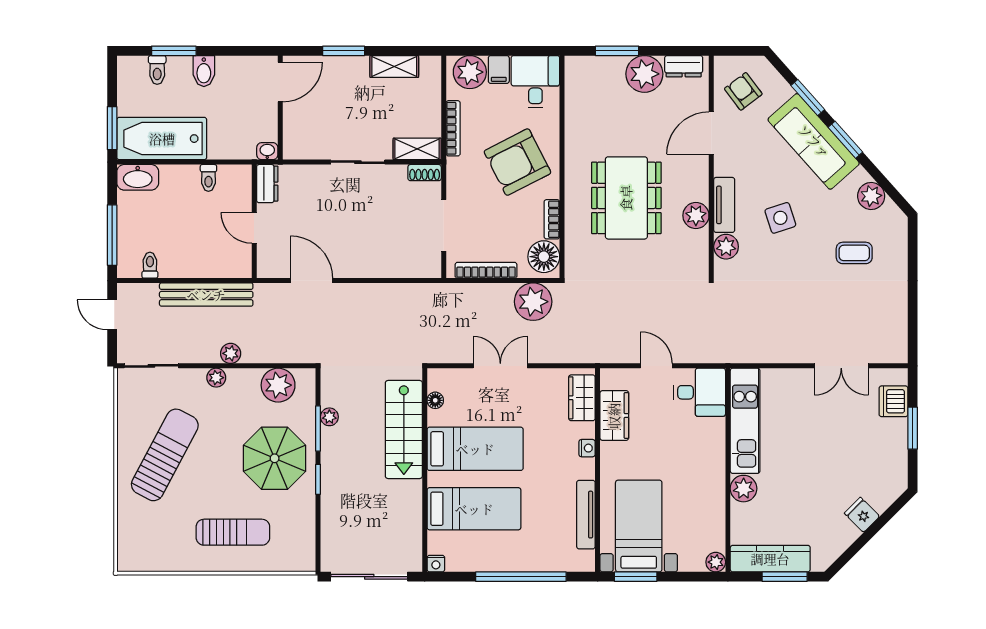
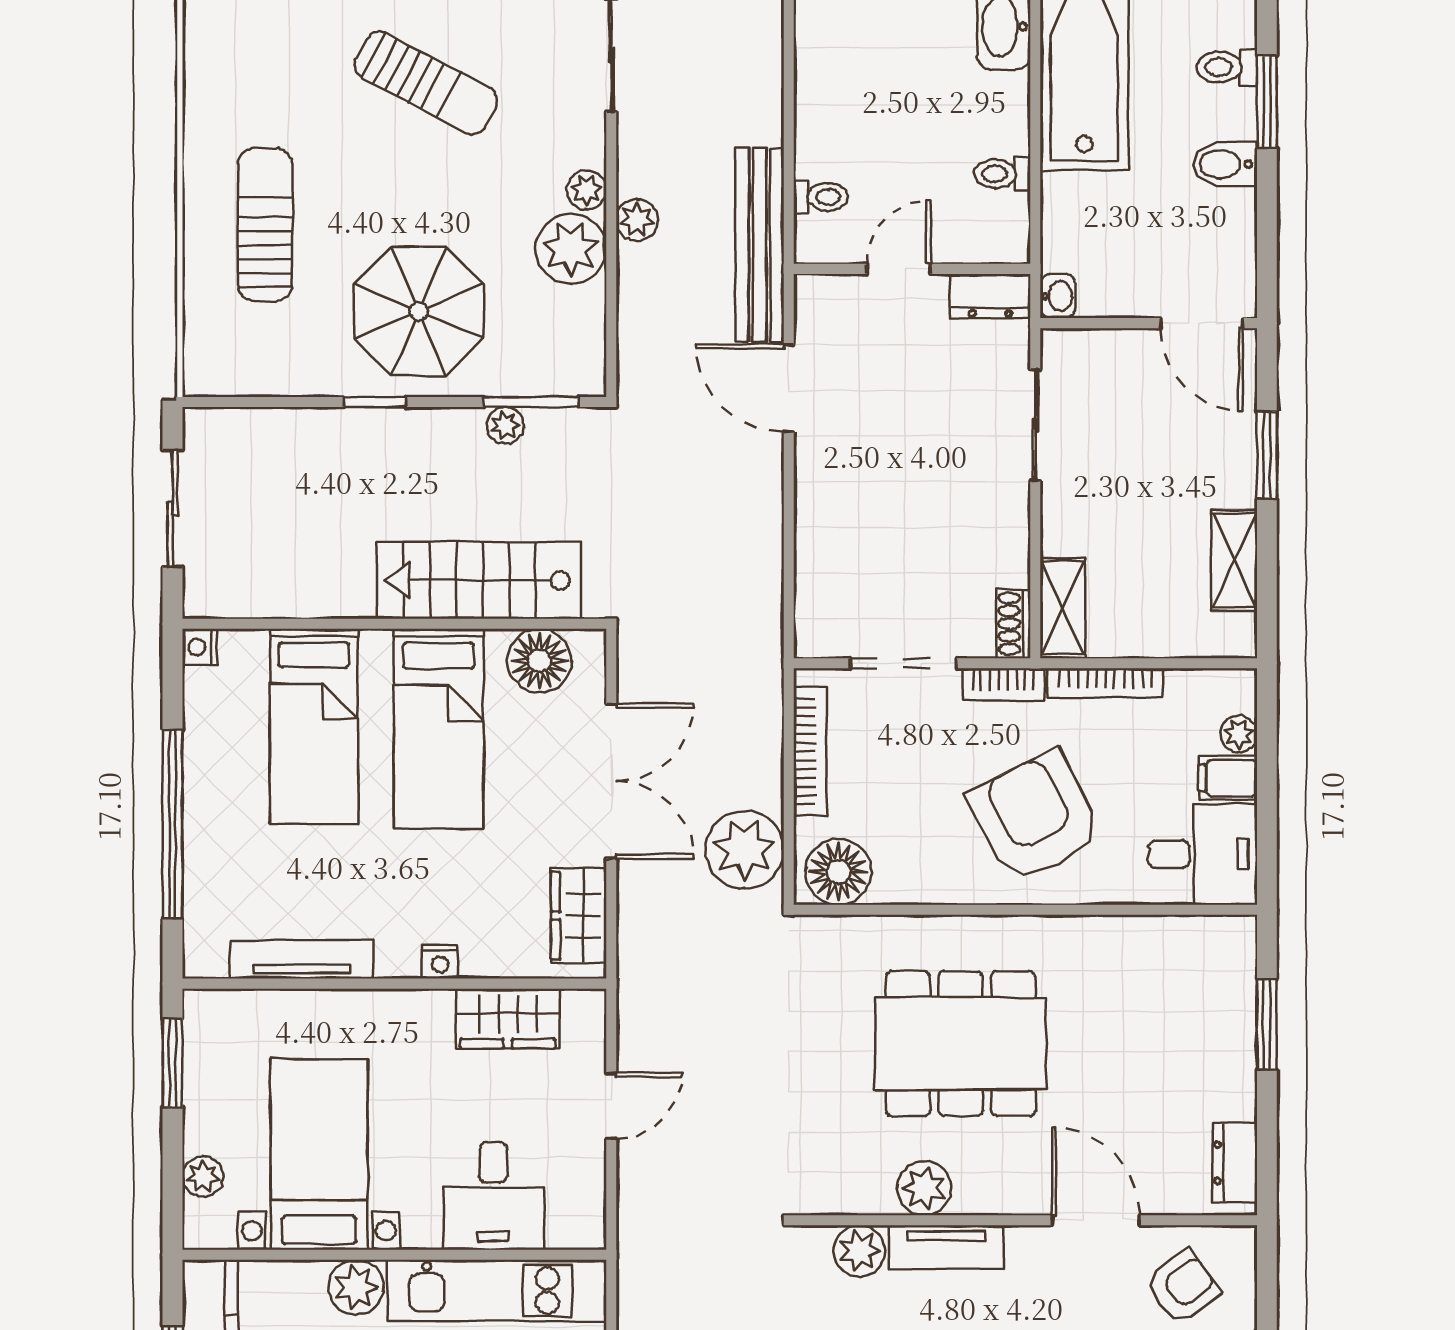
plant: (470, 72) -> (1239, 734), width x0.53, depth x0.53
plant: (644, 74) -> (1219, 1081), removed
sliding door: (358, 162) -> (1035, 425), moved
bookcase: (552, 219) -> (1003, 684), moved, turned 180
toilet: (150, 265) -> (821, 197), moved
door: (311, 281) -> (789, 388), swing flipped
bench: (206, 295) -> (760, 245), moved
double door: (500, 366) -> (611, 781), width x1.37
plant: (278, 385) -> (571, 249), moved
desk: (700, 392) -> (493, 1196), moved
wardrobe: (582, 398) -> (579, 916), moved, turned -90
floor lamp: (435, 400) -> (539, 661), width x1.89, depth x1.89
window: (318, 428) -> (531, 402), moved
sun lounger: (165, 455) -> (426, 83), width x0.73, depth x0.75
bed with nightstands: (639, 526) -> (319, 1154), moved, turned -90
sun lounger: (233, 532) -> (265, 225), turned 180
plant: (716, 562) -> (203, 1176), moved
sliding door: (369, 577) -> (173, 508), width x0.73

